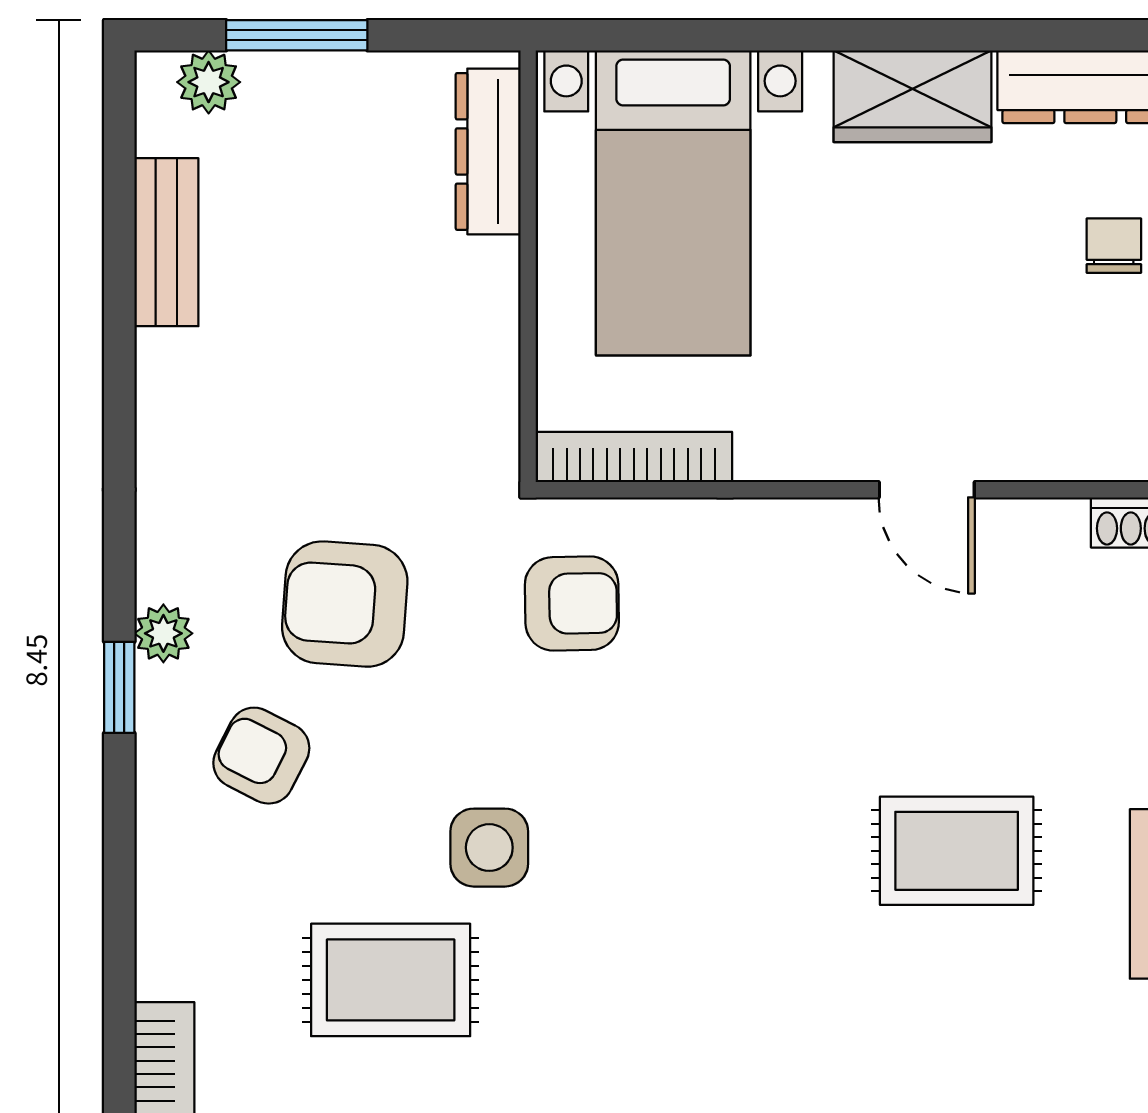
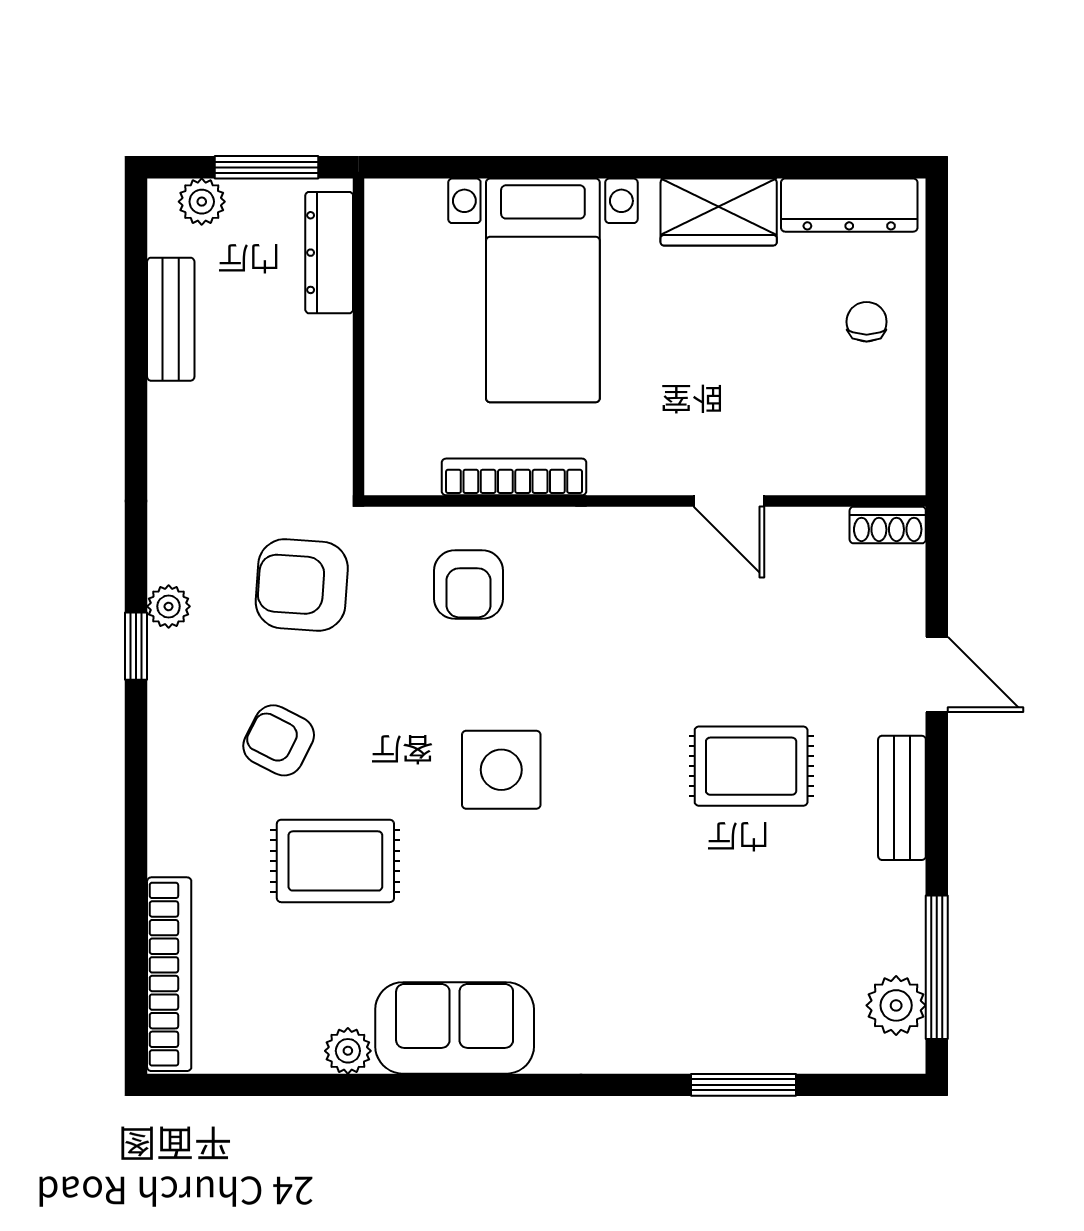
dresser: (488, 151) -> (329, 253), moved
wall: (528, 266) -> (359, 337), moved
armchair: (572, 604) -> (469, 585), turned 91
armchair: (261, 756) -> (279, 740), moved
side table: (489, 848) -> (501, 770), moved, width x1.37, depth x1.37

